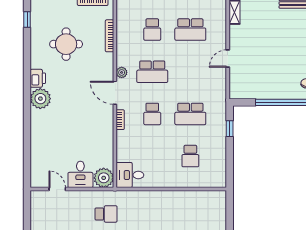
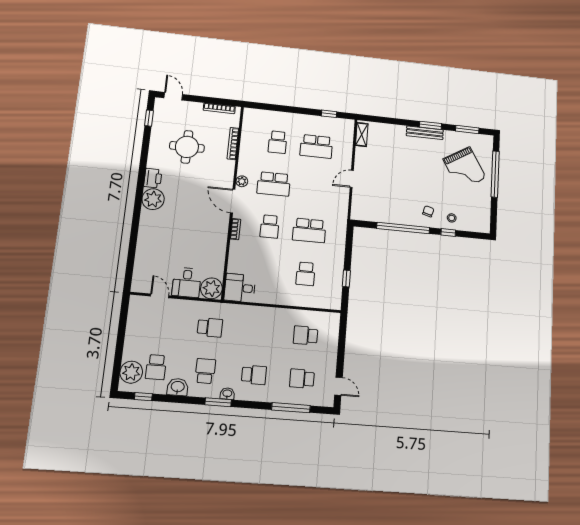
window: (230, 129) -> (346, 278), moved
school desk: (195, 214) -> (306, 335), added

